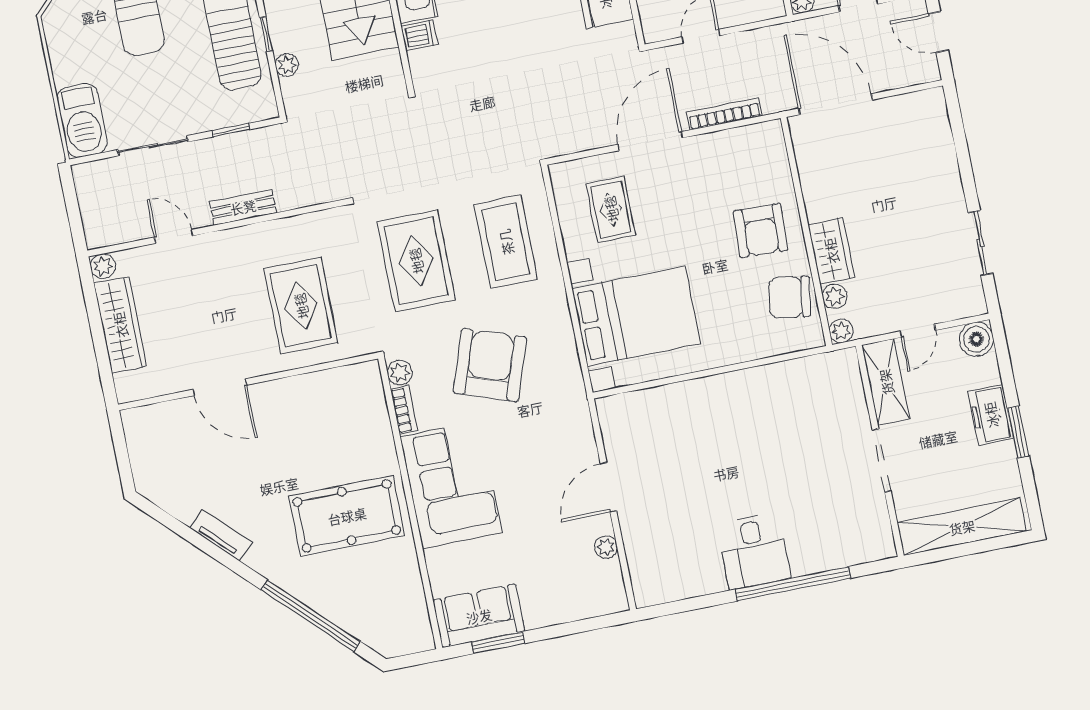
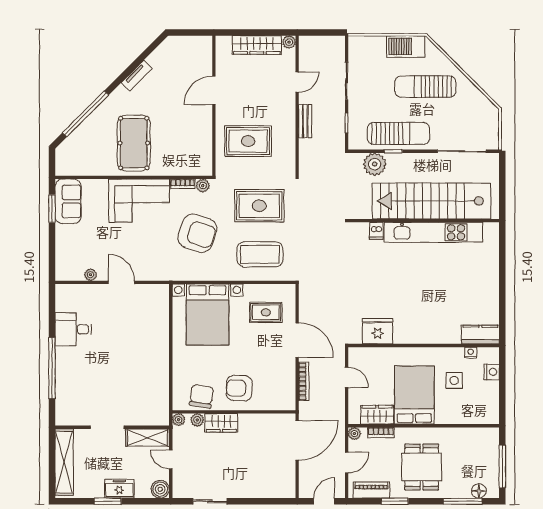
plant: (287, 65) -> (375, 164), width x1.87, depth x1.87
barbecue: (82, 120) -> (406, 47), moved
desk: (754, 551) -> (73, 329), moved

